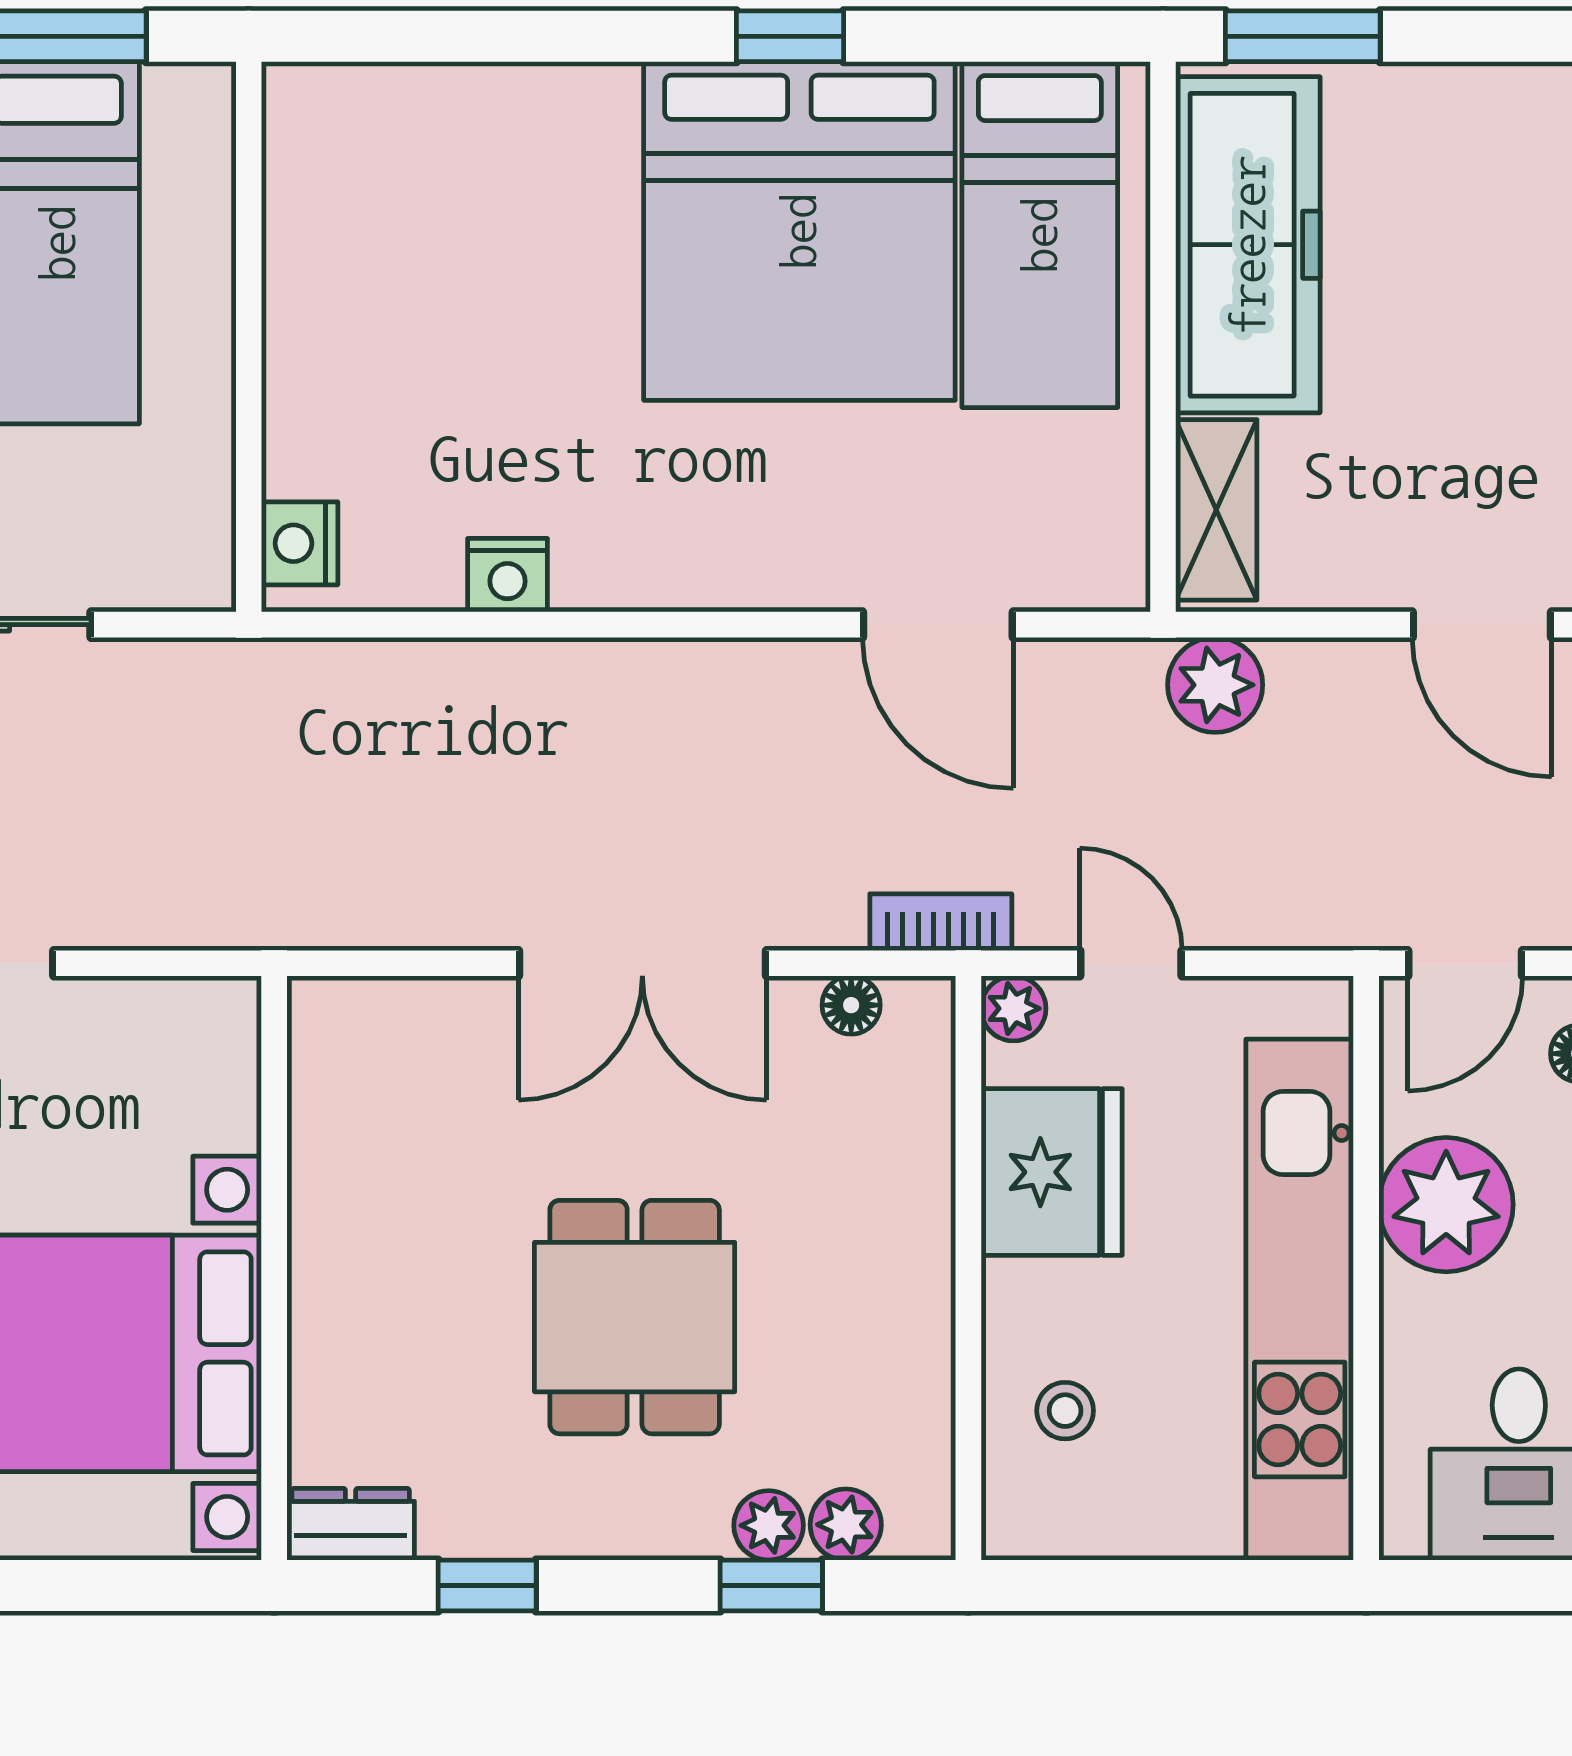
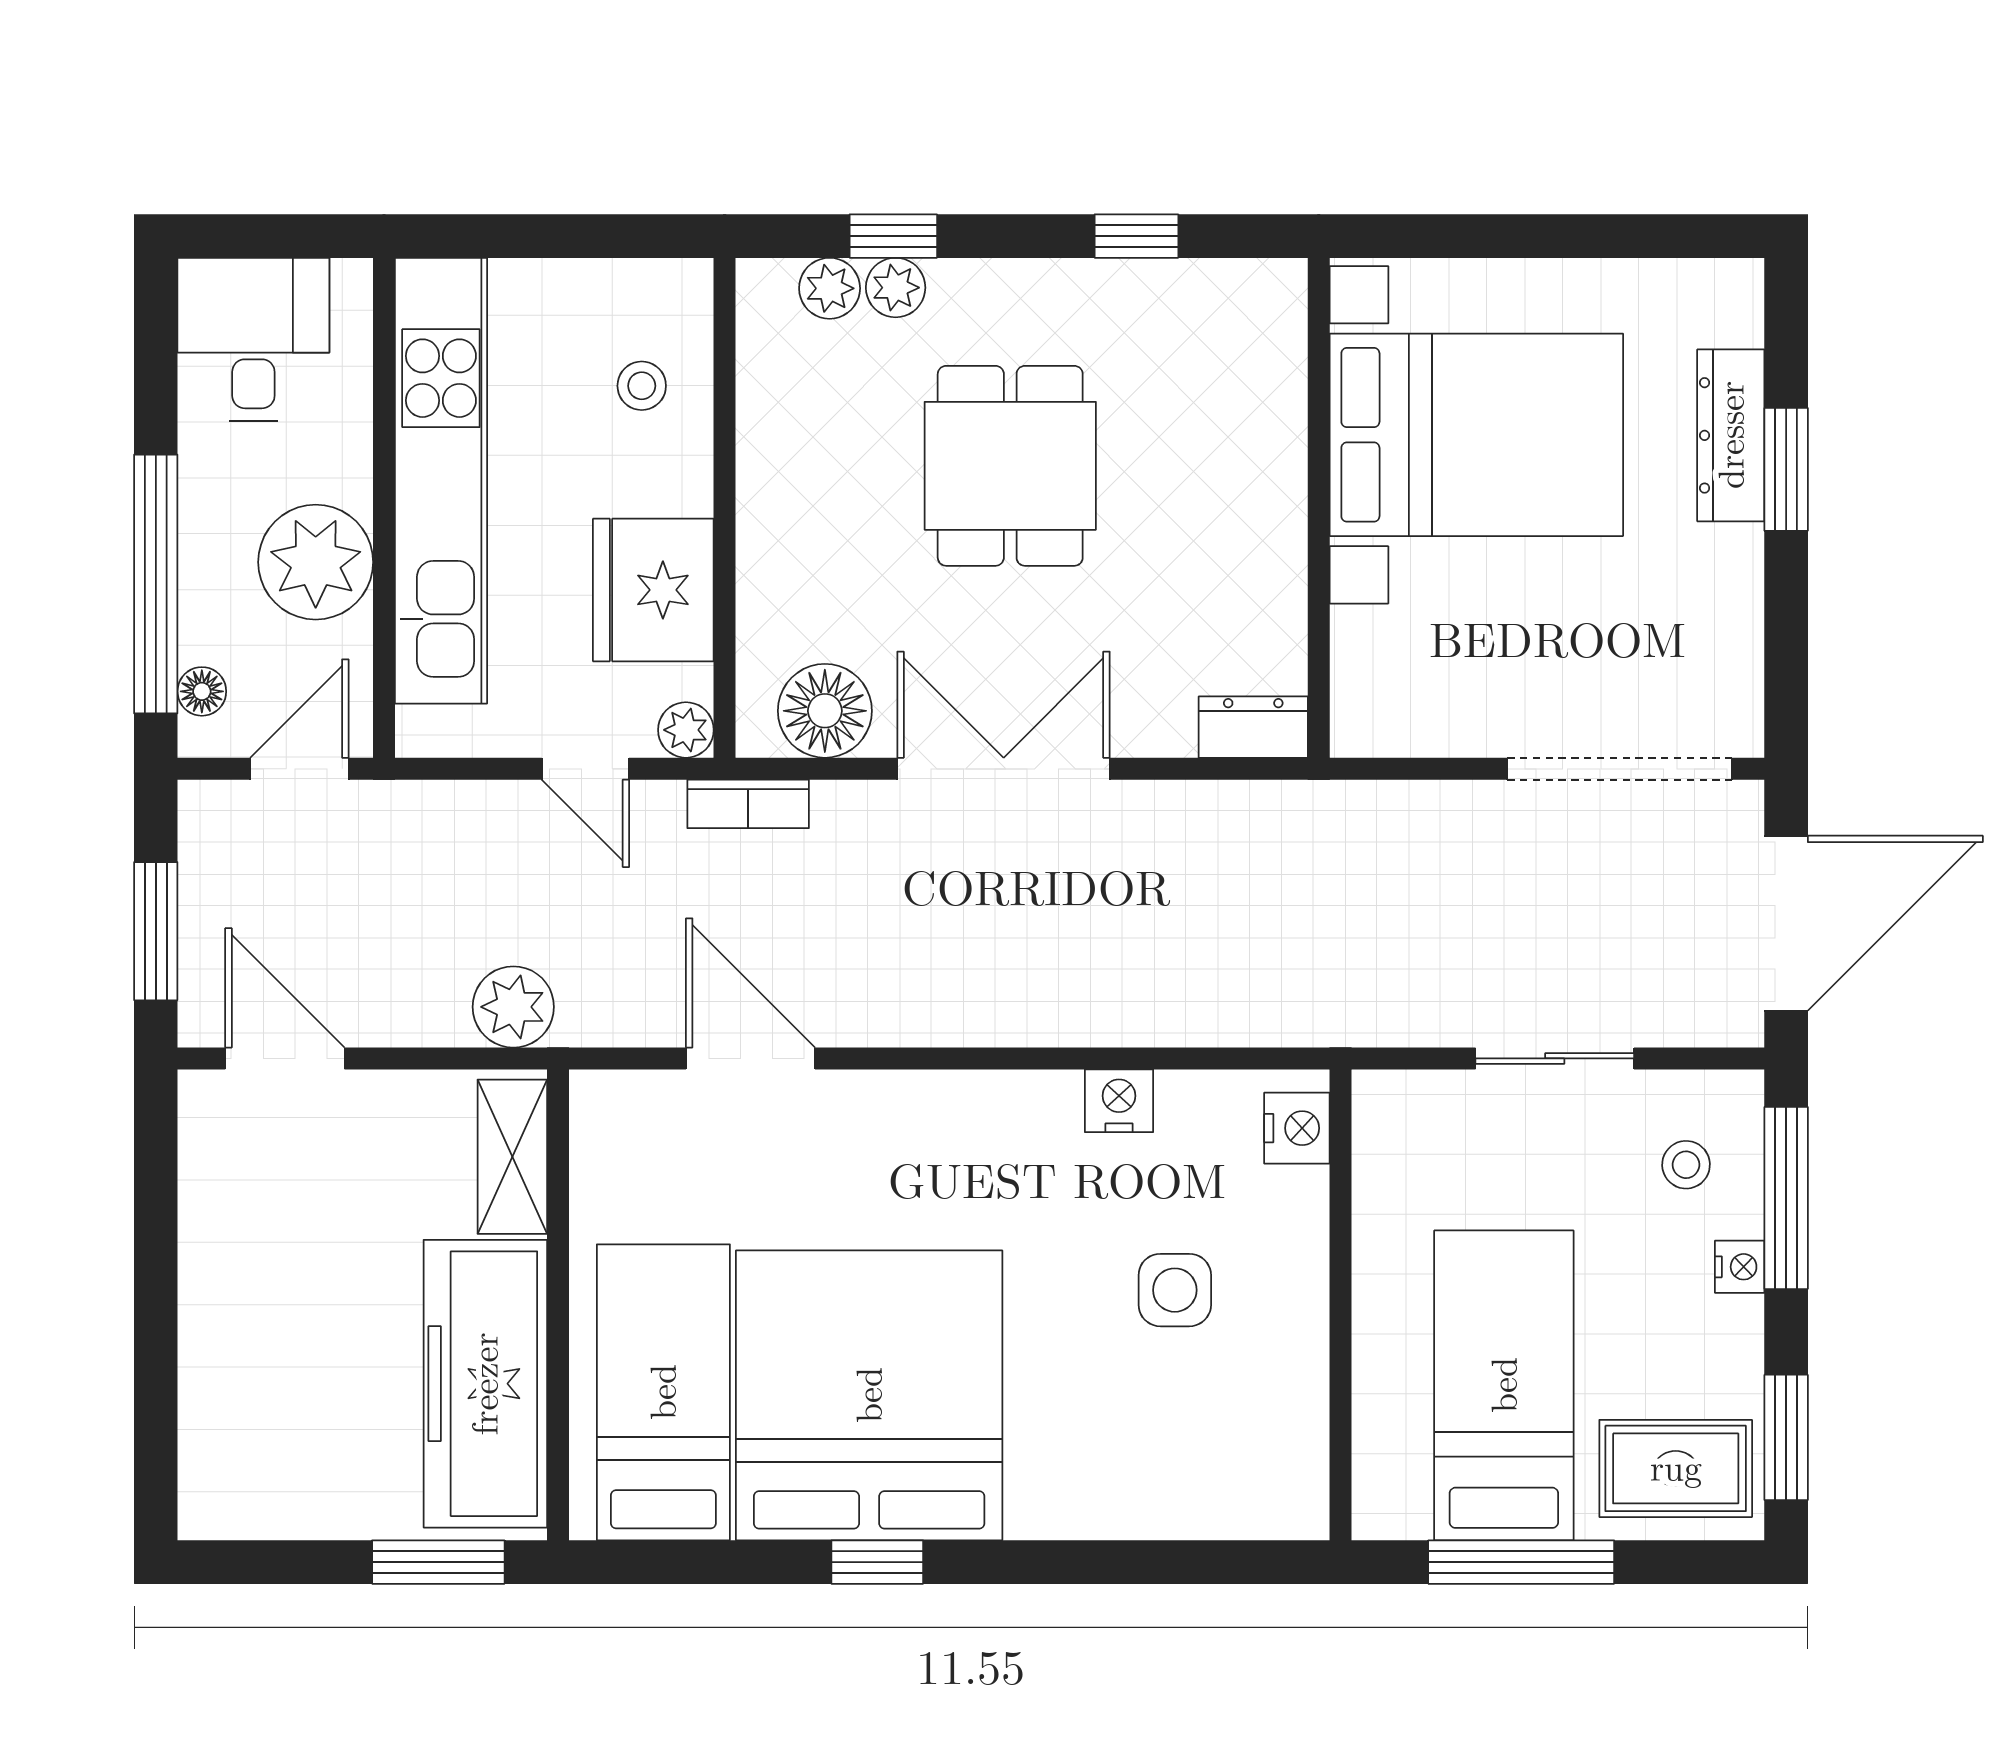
side table: (442, 354) -> (1175, 1290), added
floor lamp: (851, 1005) -> (825, 711), width x1.89, depth x1.89
dresser: (351, 1524) -> (1253, 727), moved, turned 180

